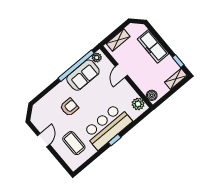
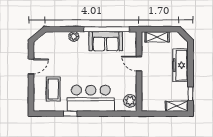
plant: (97, 58) -> (74, 37), moved
door: (121, 71) -> (139, 64), hinge flipped
boiler: (152, 95) -> (147, 103), removed
armchair: (69, 107) -> (73, 58), removed
window: (115, 140) -> (70, 114), moved

